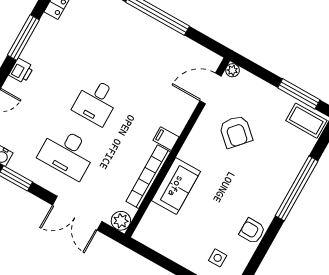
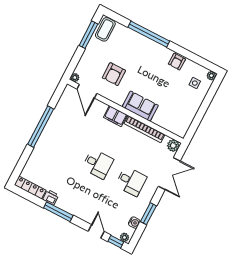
printer: (21, 71) -> (51, 197), moved
armchair: (236, 132) -> (114, 74), turned 138
filing cabinet: (166, 139) -> (115, 116), width x2.00
desk: (67, 153) -> (131, 181), width x0.73
sofa: (176, 186) -> (140, 106), moved

